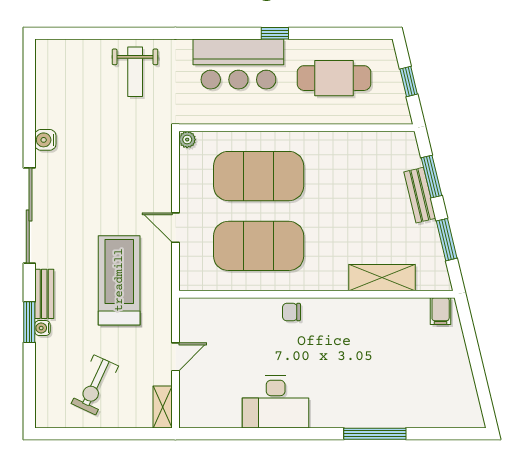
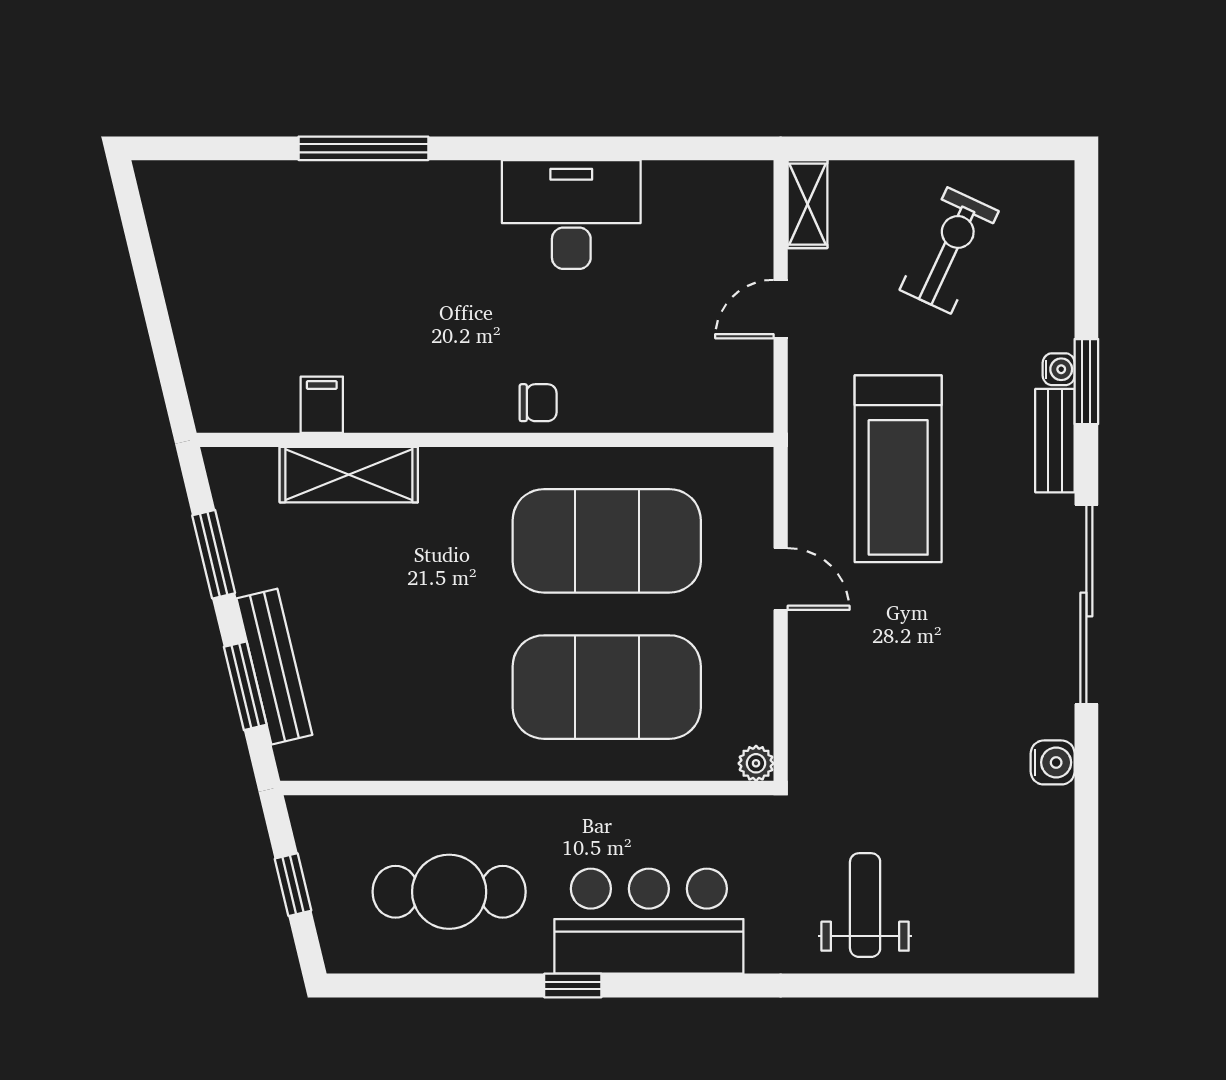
bench: (420, 195) -> (274, 667), width x1.36
filing cabinet: (441, 311) -> (322, 405), moved

